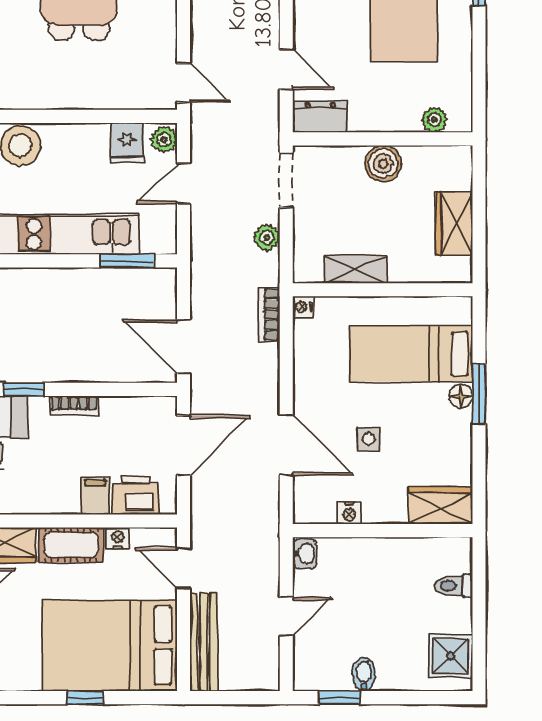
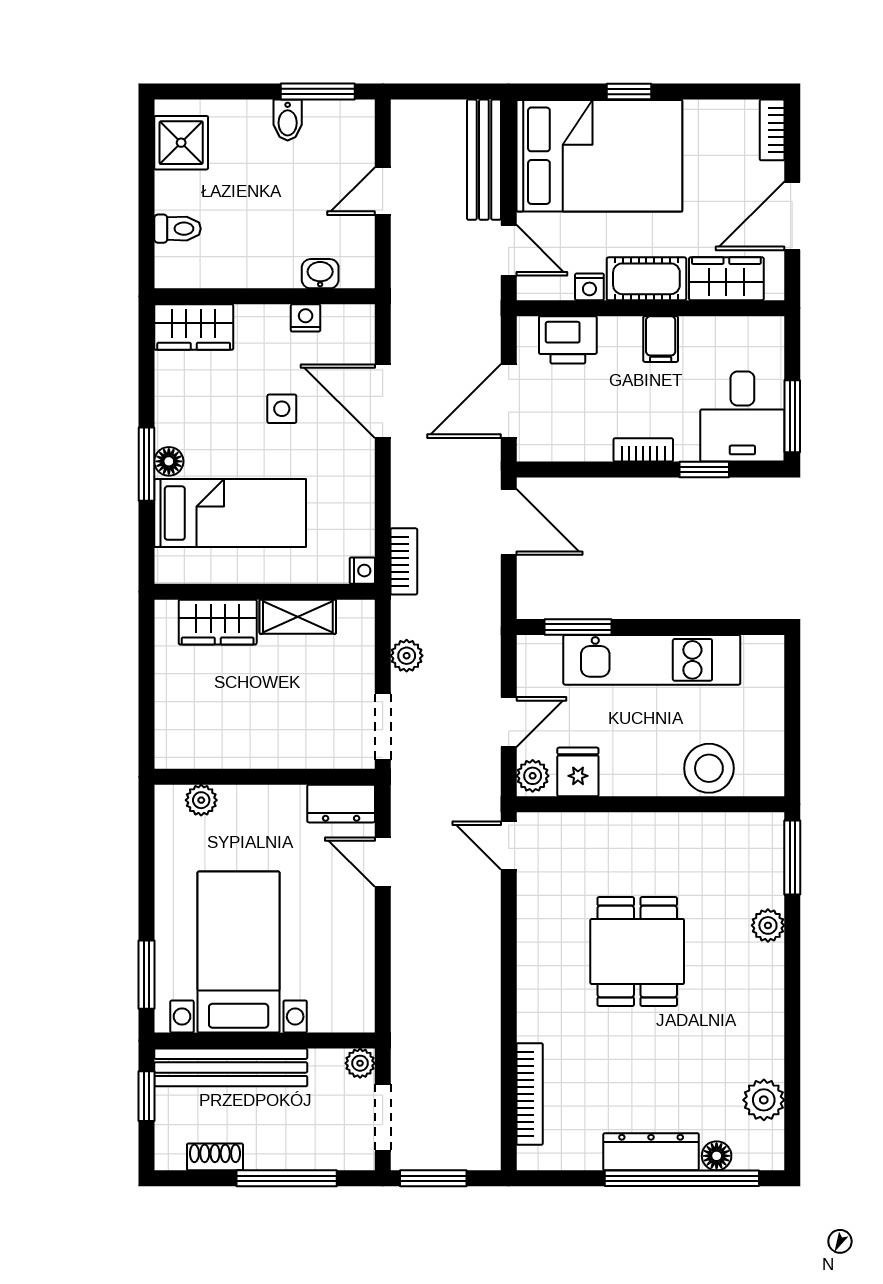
boiler: (383, 164) -> (264, 746), removed
wardrobe: (454, 224) -> (218, 622), moved, turned 90
filing cabinet: (95, 496) -> (661, 339), moved
washbasin: (305, 554) -> (320, 274), moved, turned 90
window: (339, 698) -> (318, 92), width x1.50

